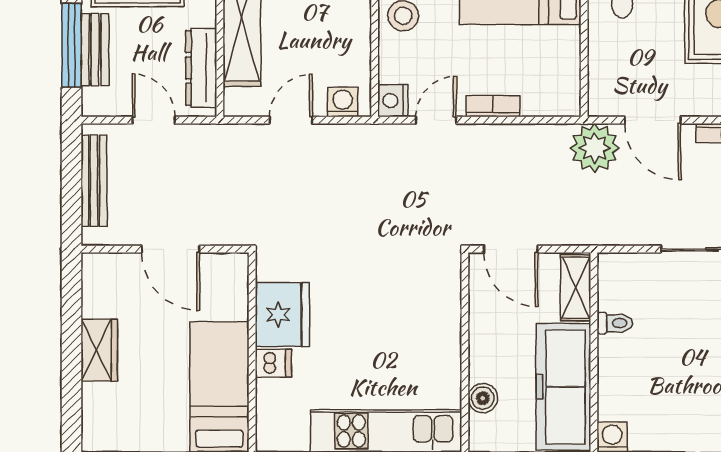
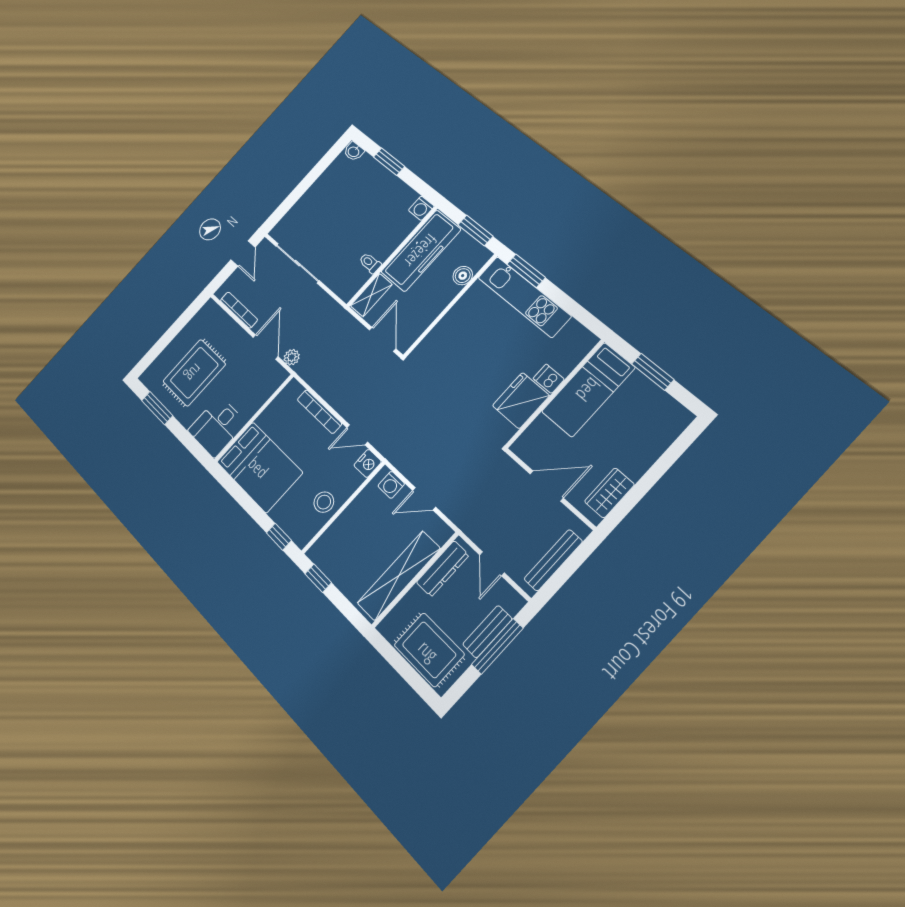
bookcase: (493, 106) -> (319, 412), width x1.56
plant: (595, 148) -> (292, 357), width x0.53, depth x0.53
door: (170, 249) -> (547, 486), hinge flipped
wardrobe: (99, 350) -> (609, 493), moved

